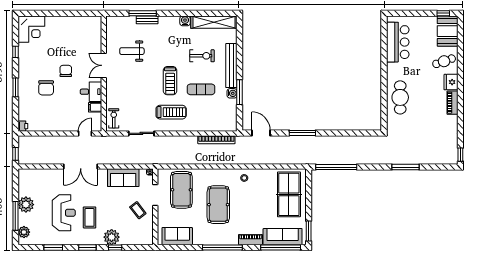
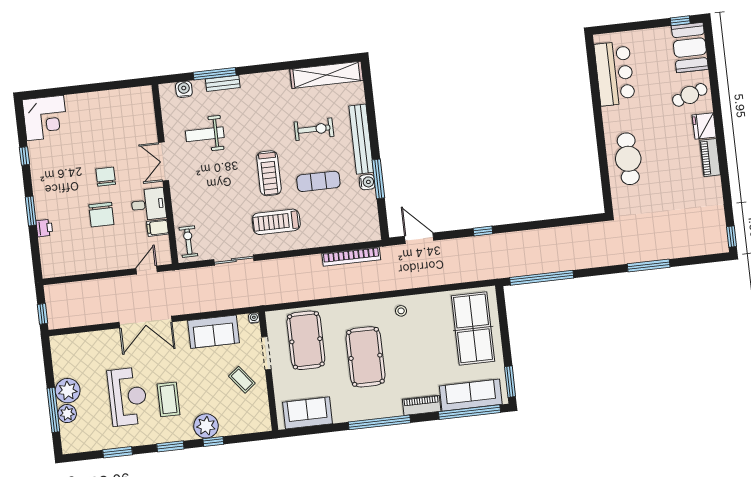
water cooler: (185, 21) -> (184, 89), moved
chair: (46, 88) -> (101, 215), moved
treadmill: (171, 112) -> (276, 222), turned 180
printer: (23, 126) -> (44, 228), moved
window: (302, 133) -> (483, 231), width x0.46
plant: (24, 232) -> (67, 414), moved

